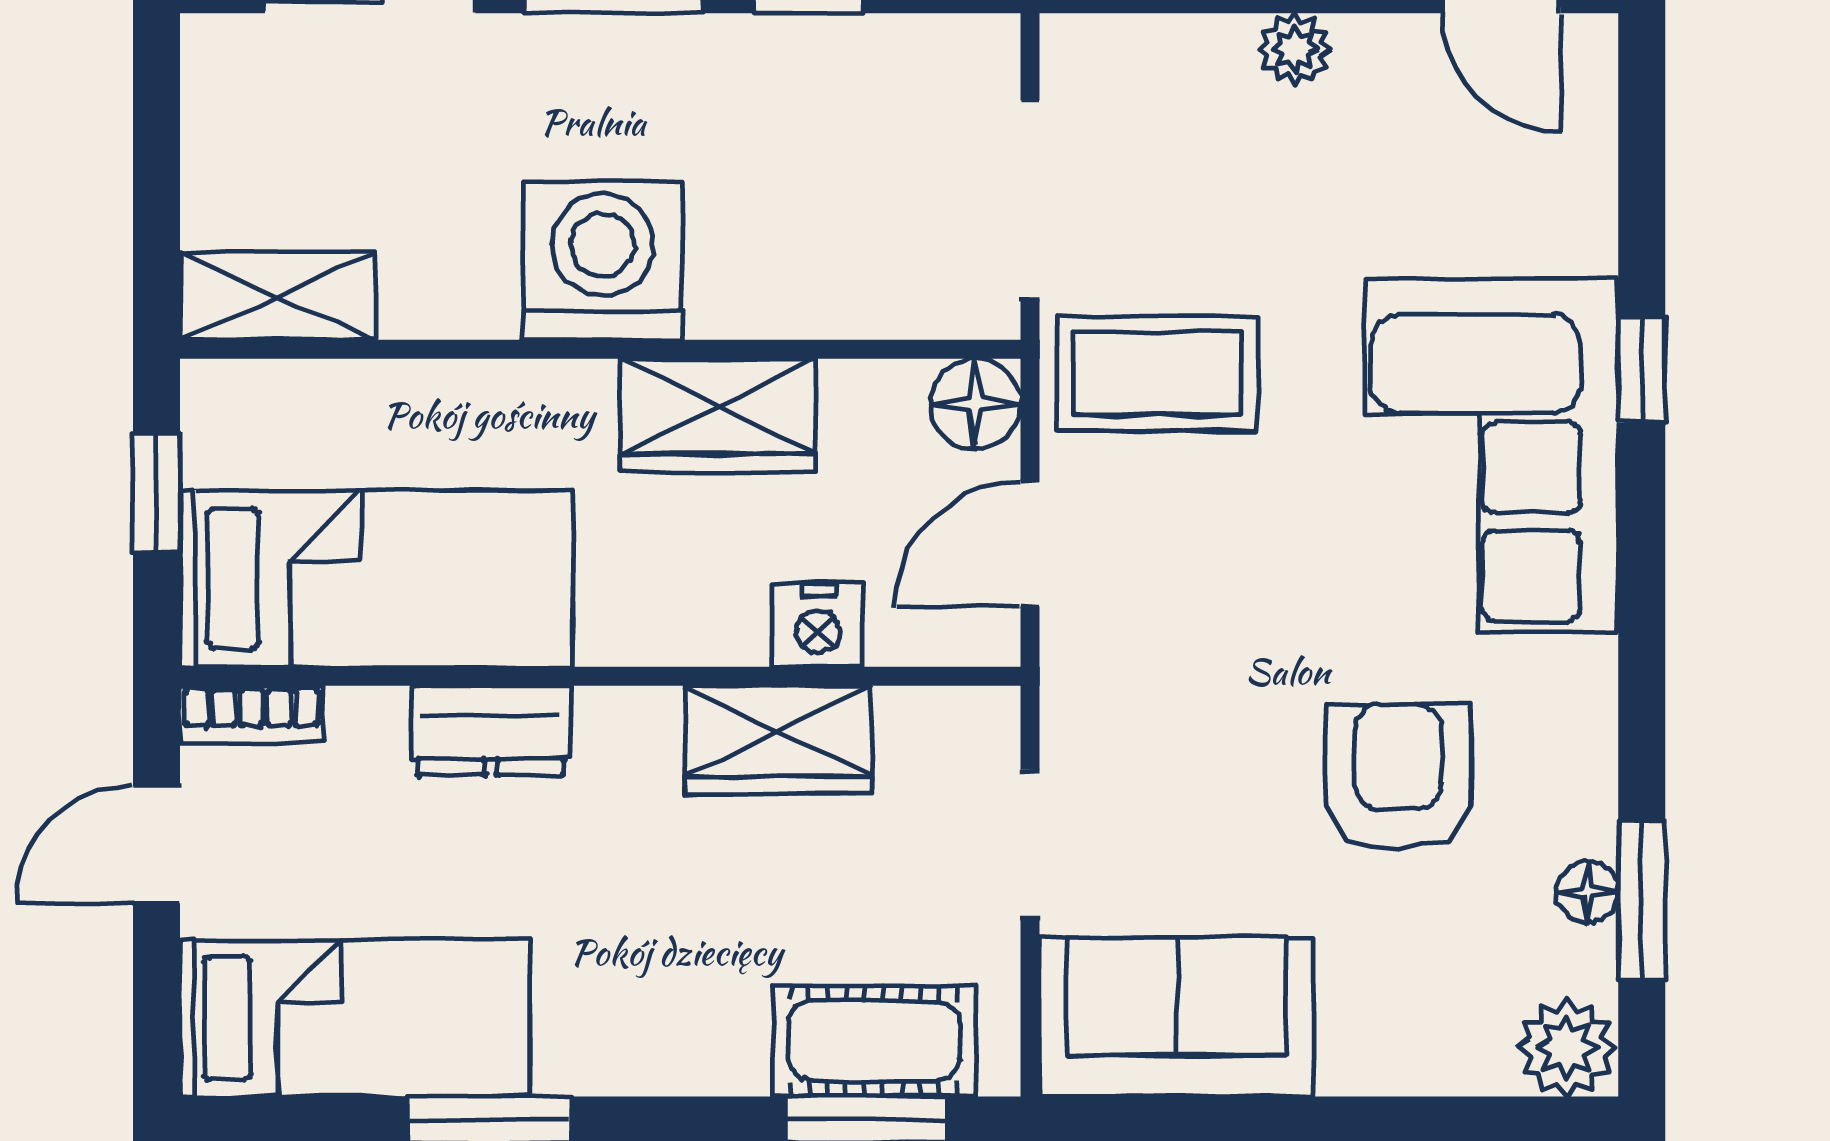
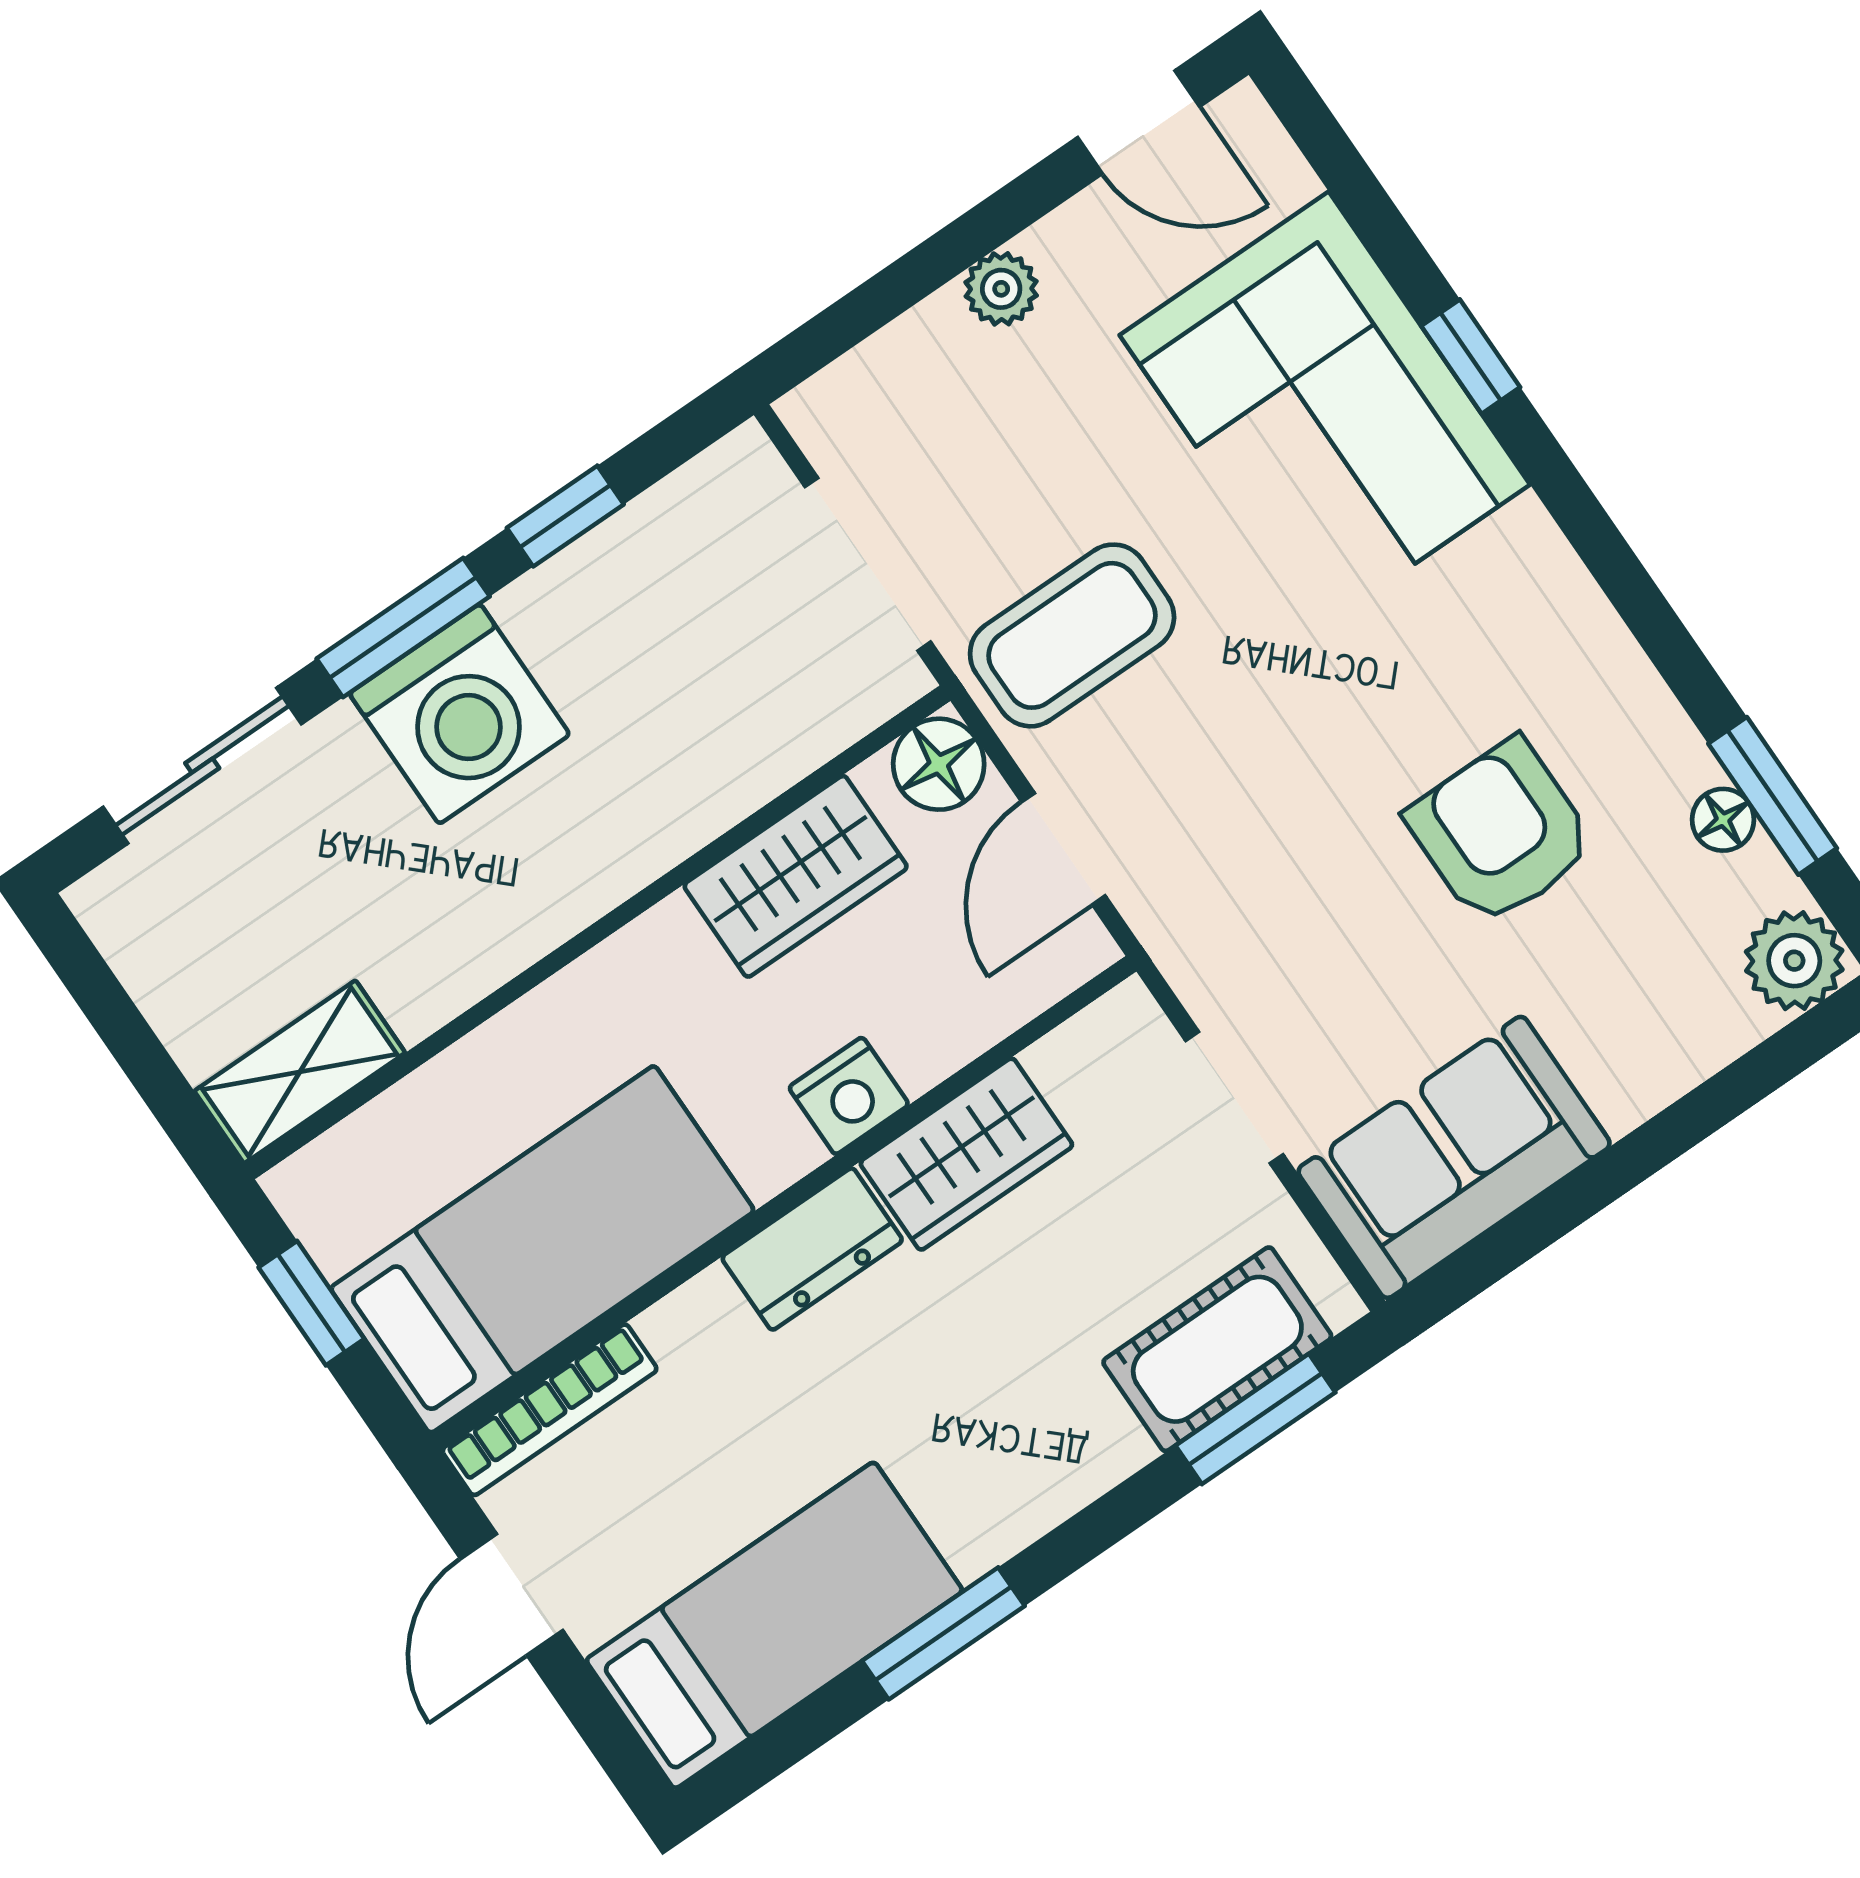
washing machine: (603, 261) -> (459, 714), moved, turned 180
wardrobe: (718, 415) -> (796, 876), moved
corner sofa: (1492, 456) -> (1325, 410), moved
nightstand: (818, 626) -> (849, 1096), moved
bookcase: (251, 714) -> (550, 1410), width x1.56
dresser: (491, 730) -> (812, 1249), moved

